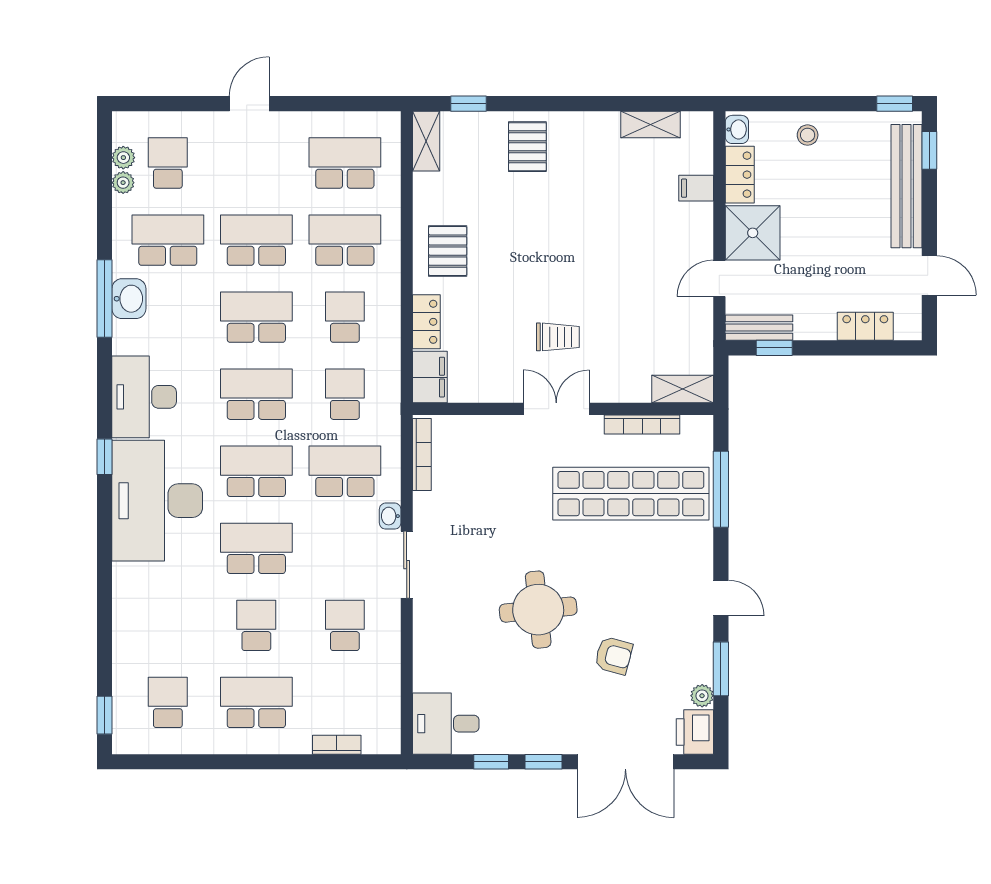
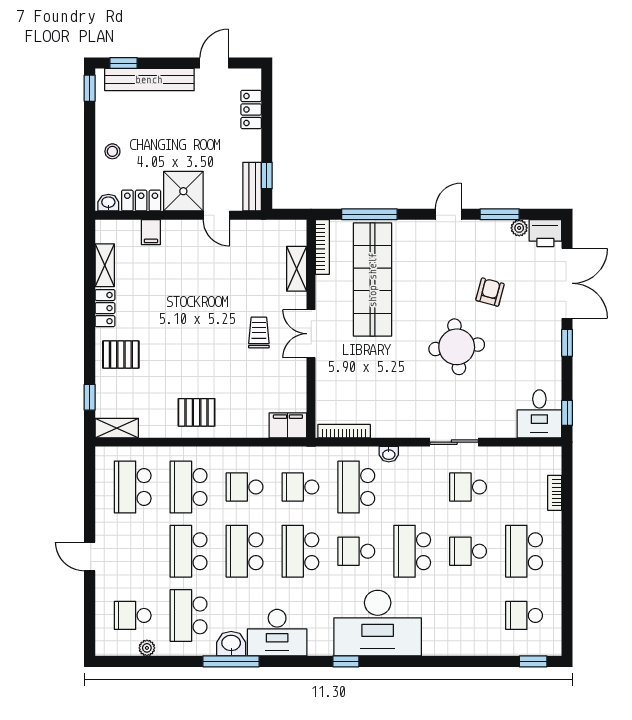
plant: (123, 158) -> (129, 648), removed
locker: (426, 322) -> (105, 308), moved, turned 90
shelving: (683, 389) -> (297, 269), moved
desk: (144, 397) -> (277, 633), moved
bookcase: (642, 425) -> (322, 247), moved
school desk: (256, 471) -> (356, 551), width x0.54
sliding door: (407, 565) -> (454, 442), moved
window: (491, 762) -> (567, 413), moved

